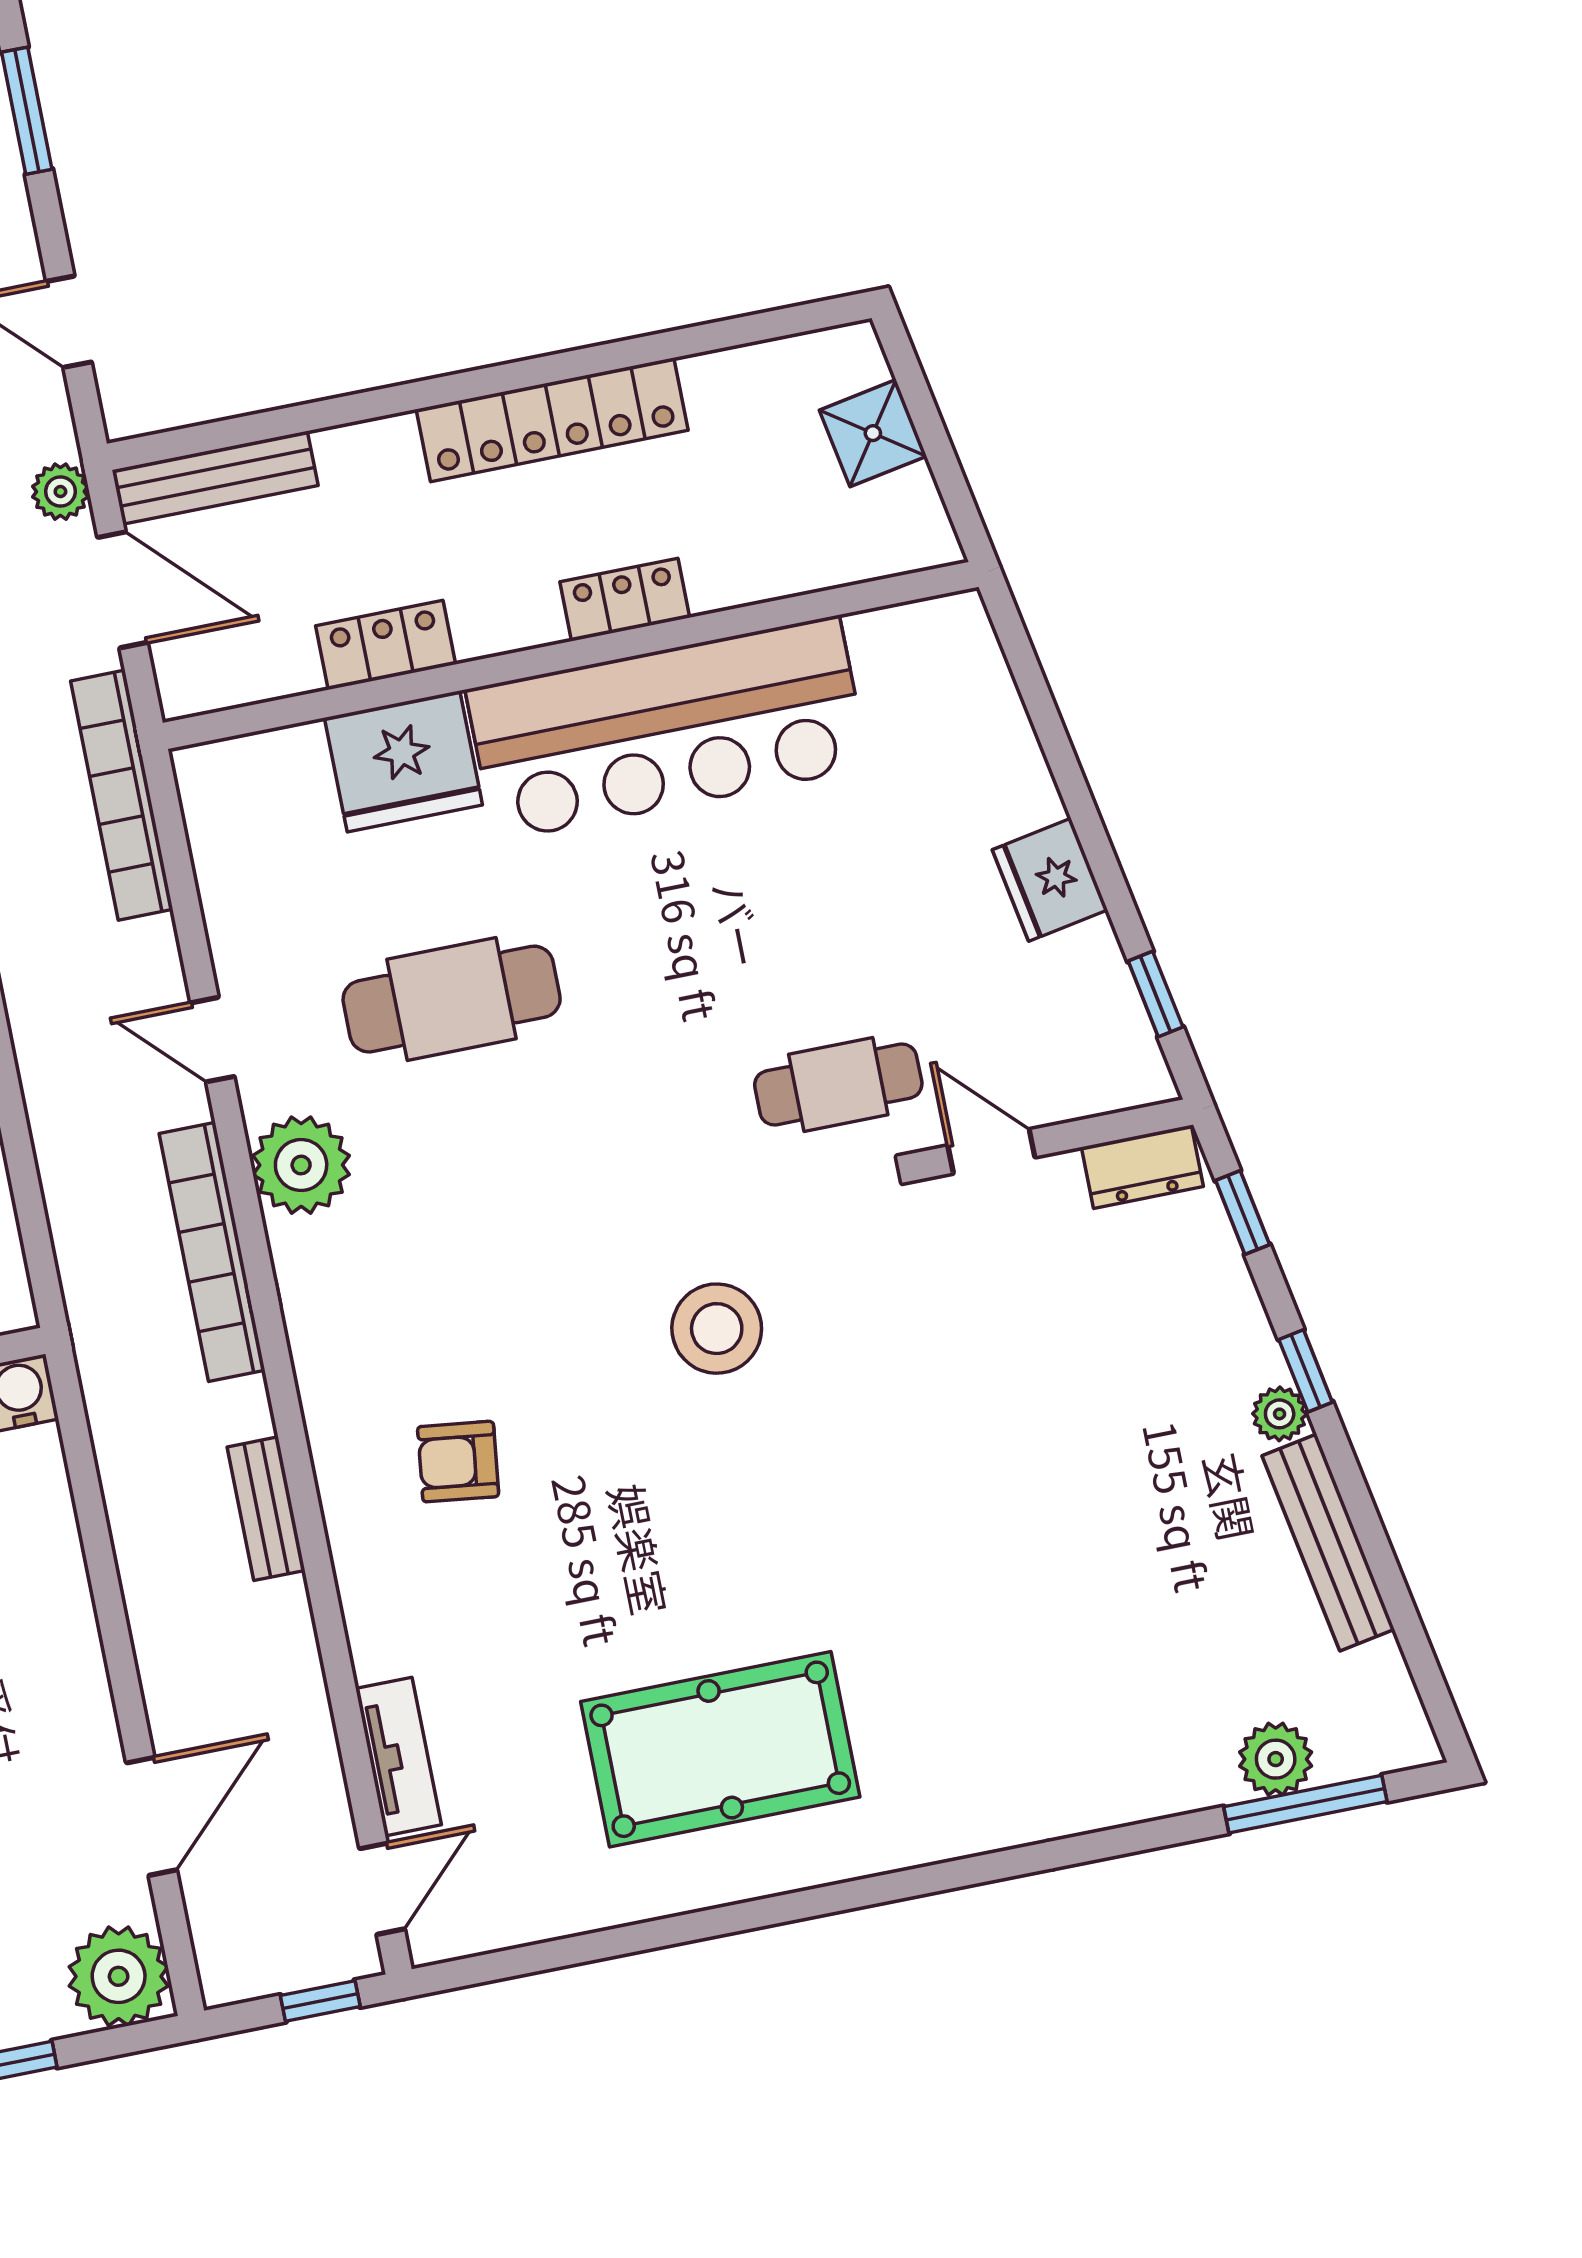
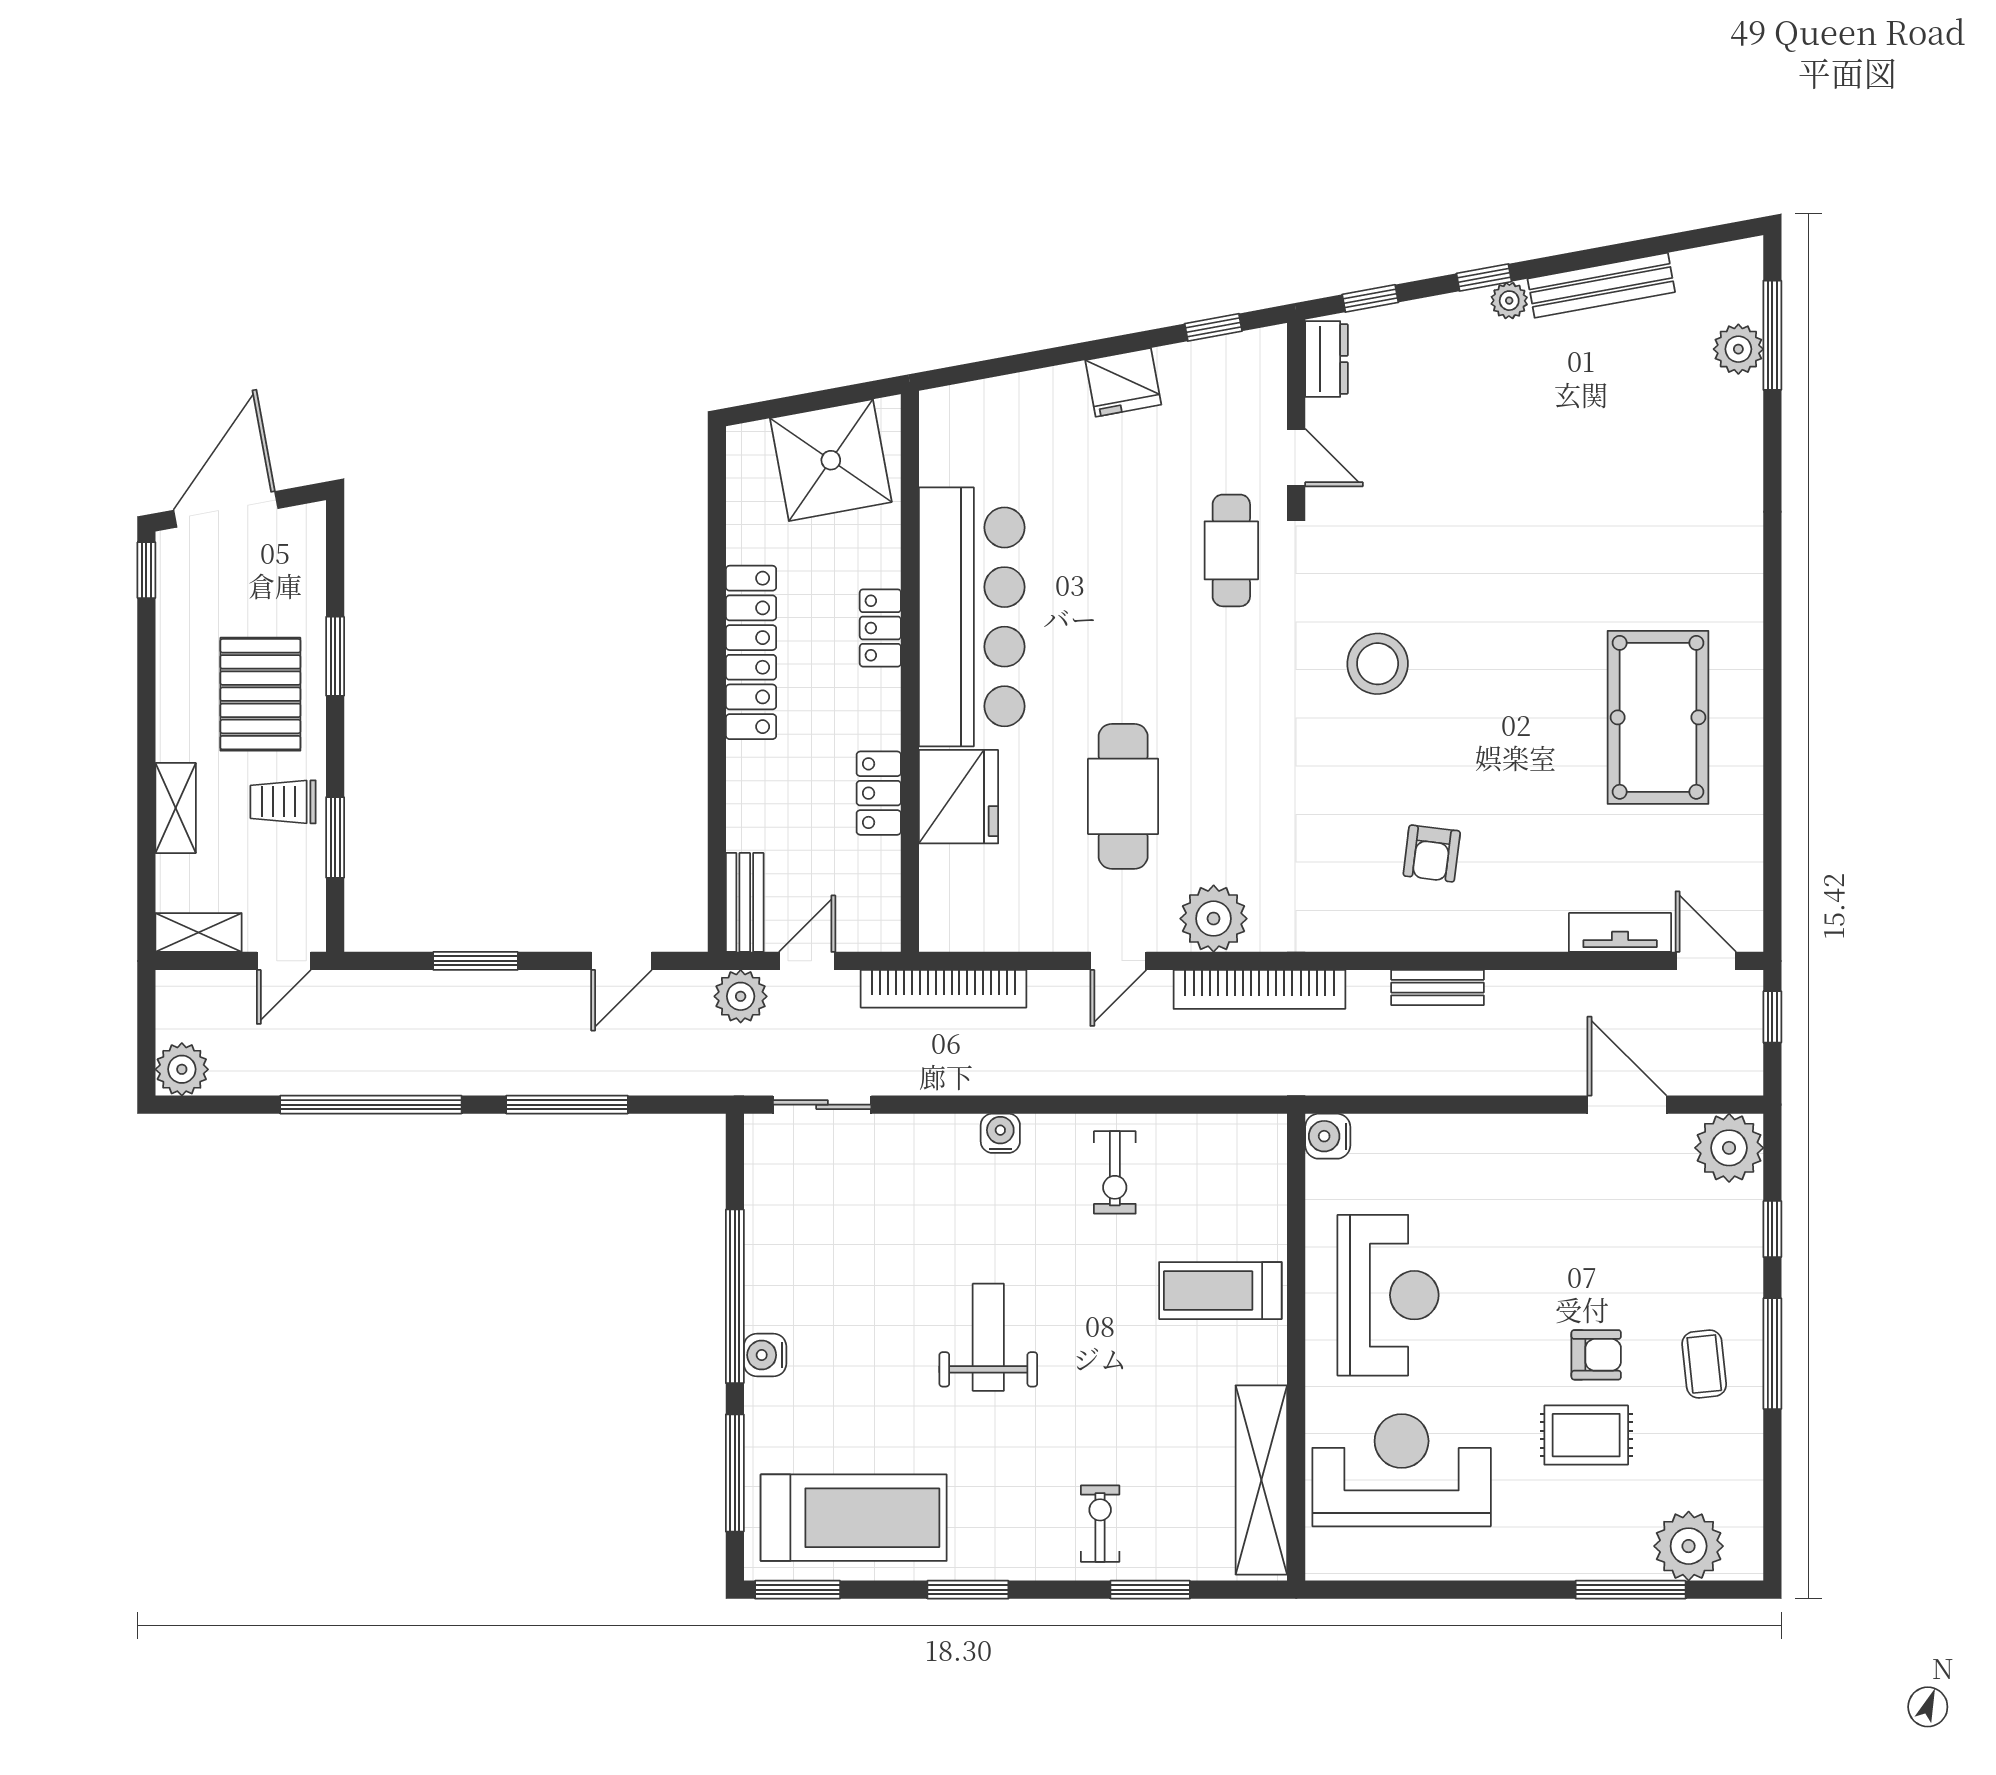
shower: (873, 433) -> (831, 460), width x1.86, depth x1.86
bench: (215, 478) -> (745, 902), width x0.73
plant: (60, 492) -> (741, 996), width x1.38, depth x1.38
door: (122, 590) -> (807, 961), width x0.73
door: (991, 1151) -> (1296, 457), swing flipped

